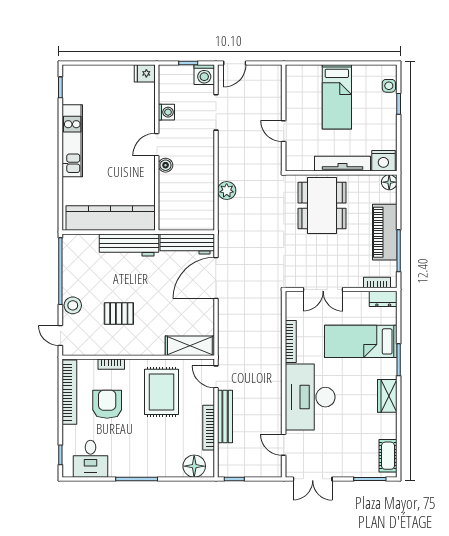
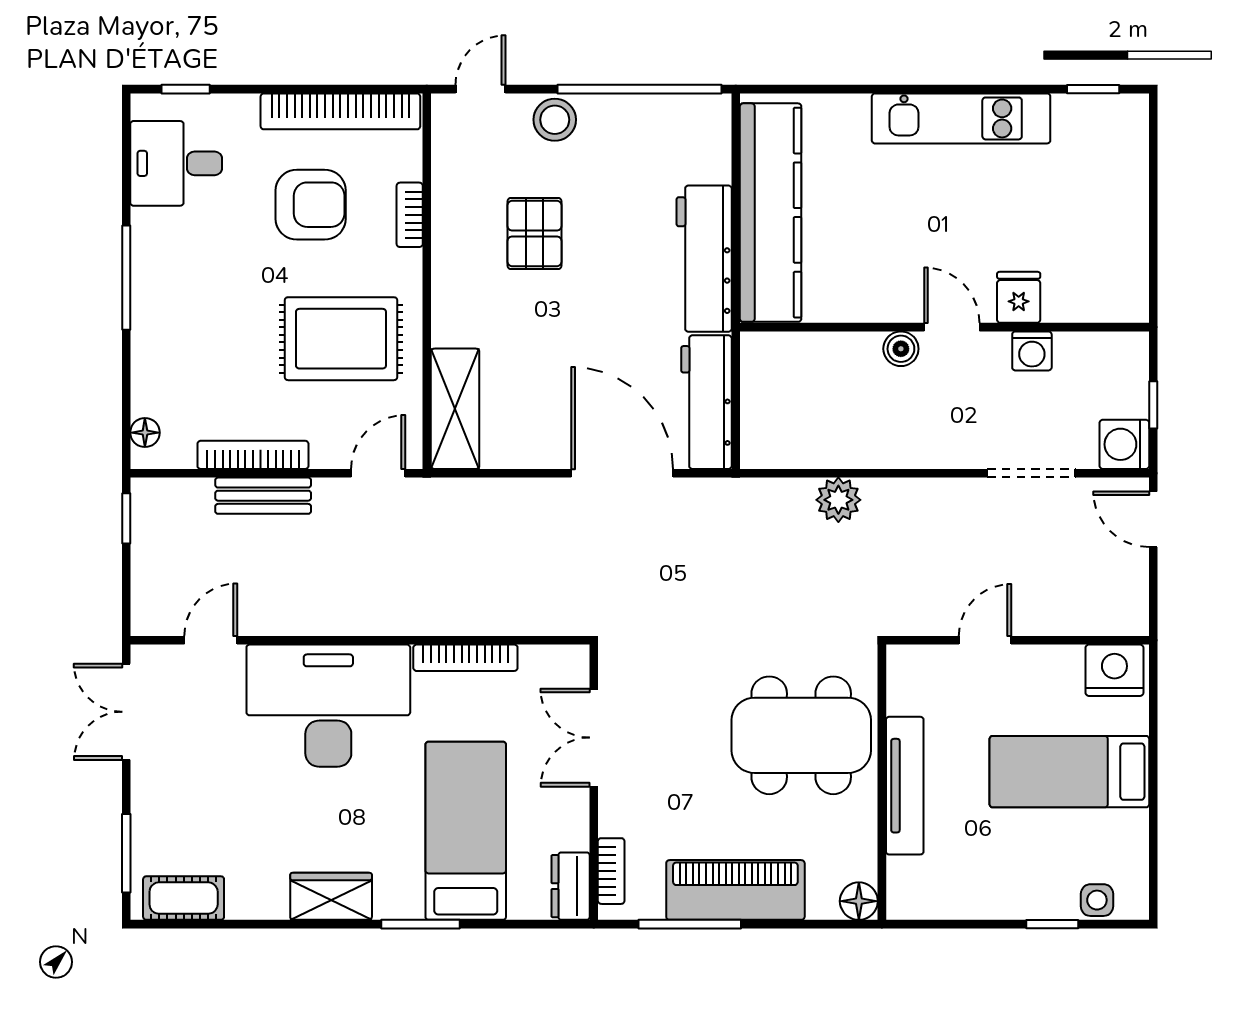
fridge: (145, 73) -> (1019, 297), moved
nightstand: (383, 161) -> (1114, 670), moved, turned 90
bench: (225, 416) -> (263, 496), width x0.73
floor lamp: (194, 466) -> (145, 433), width x0.53, depth x0.53

